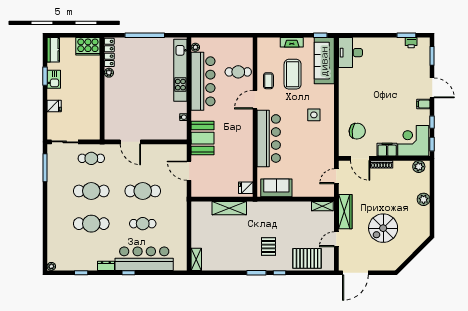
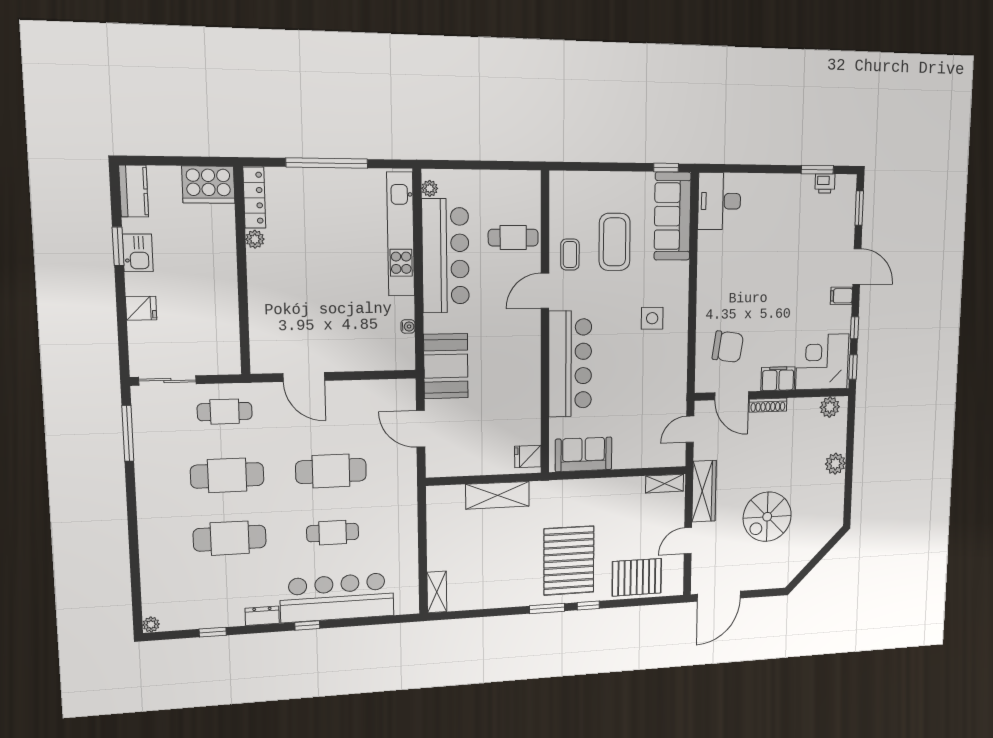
fireplace: (292, 42) -> (614, 181), removed
pallet: (268, 246) -> (569, 561), width x2.05, depth x2.00

